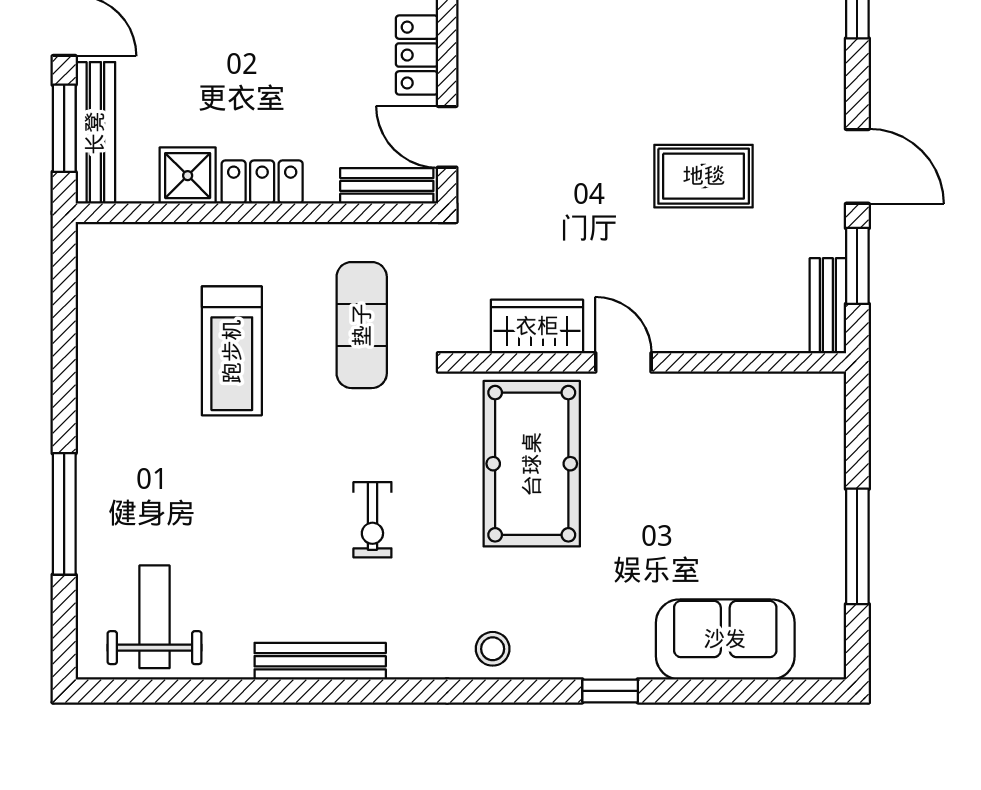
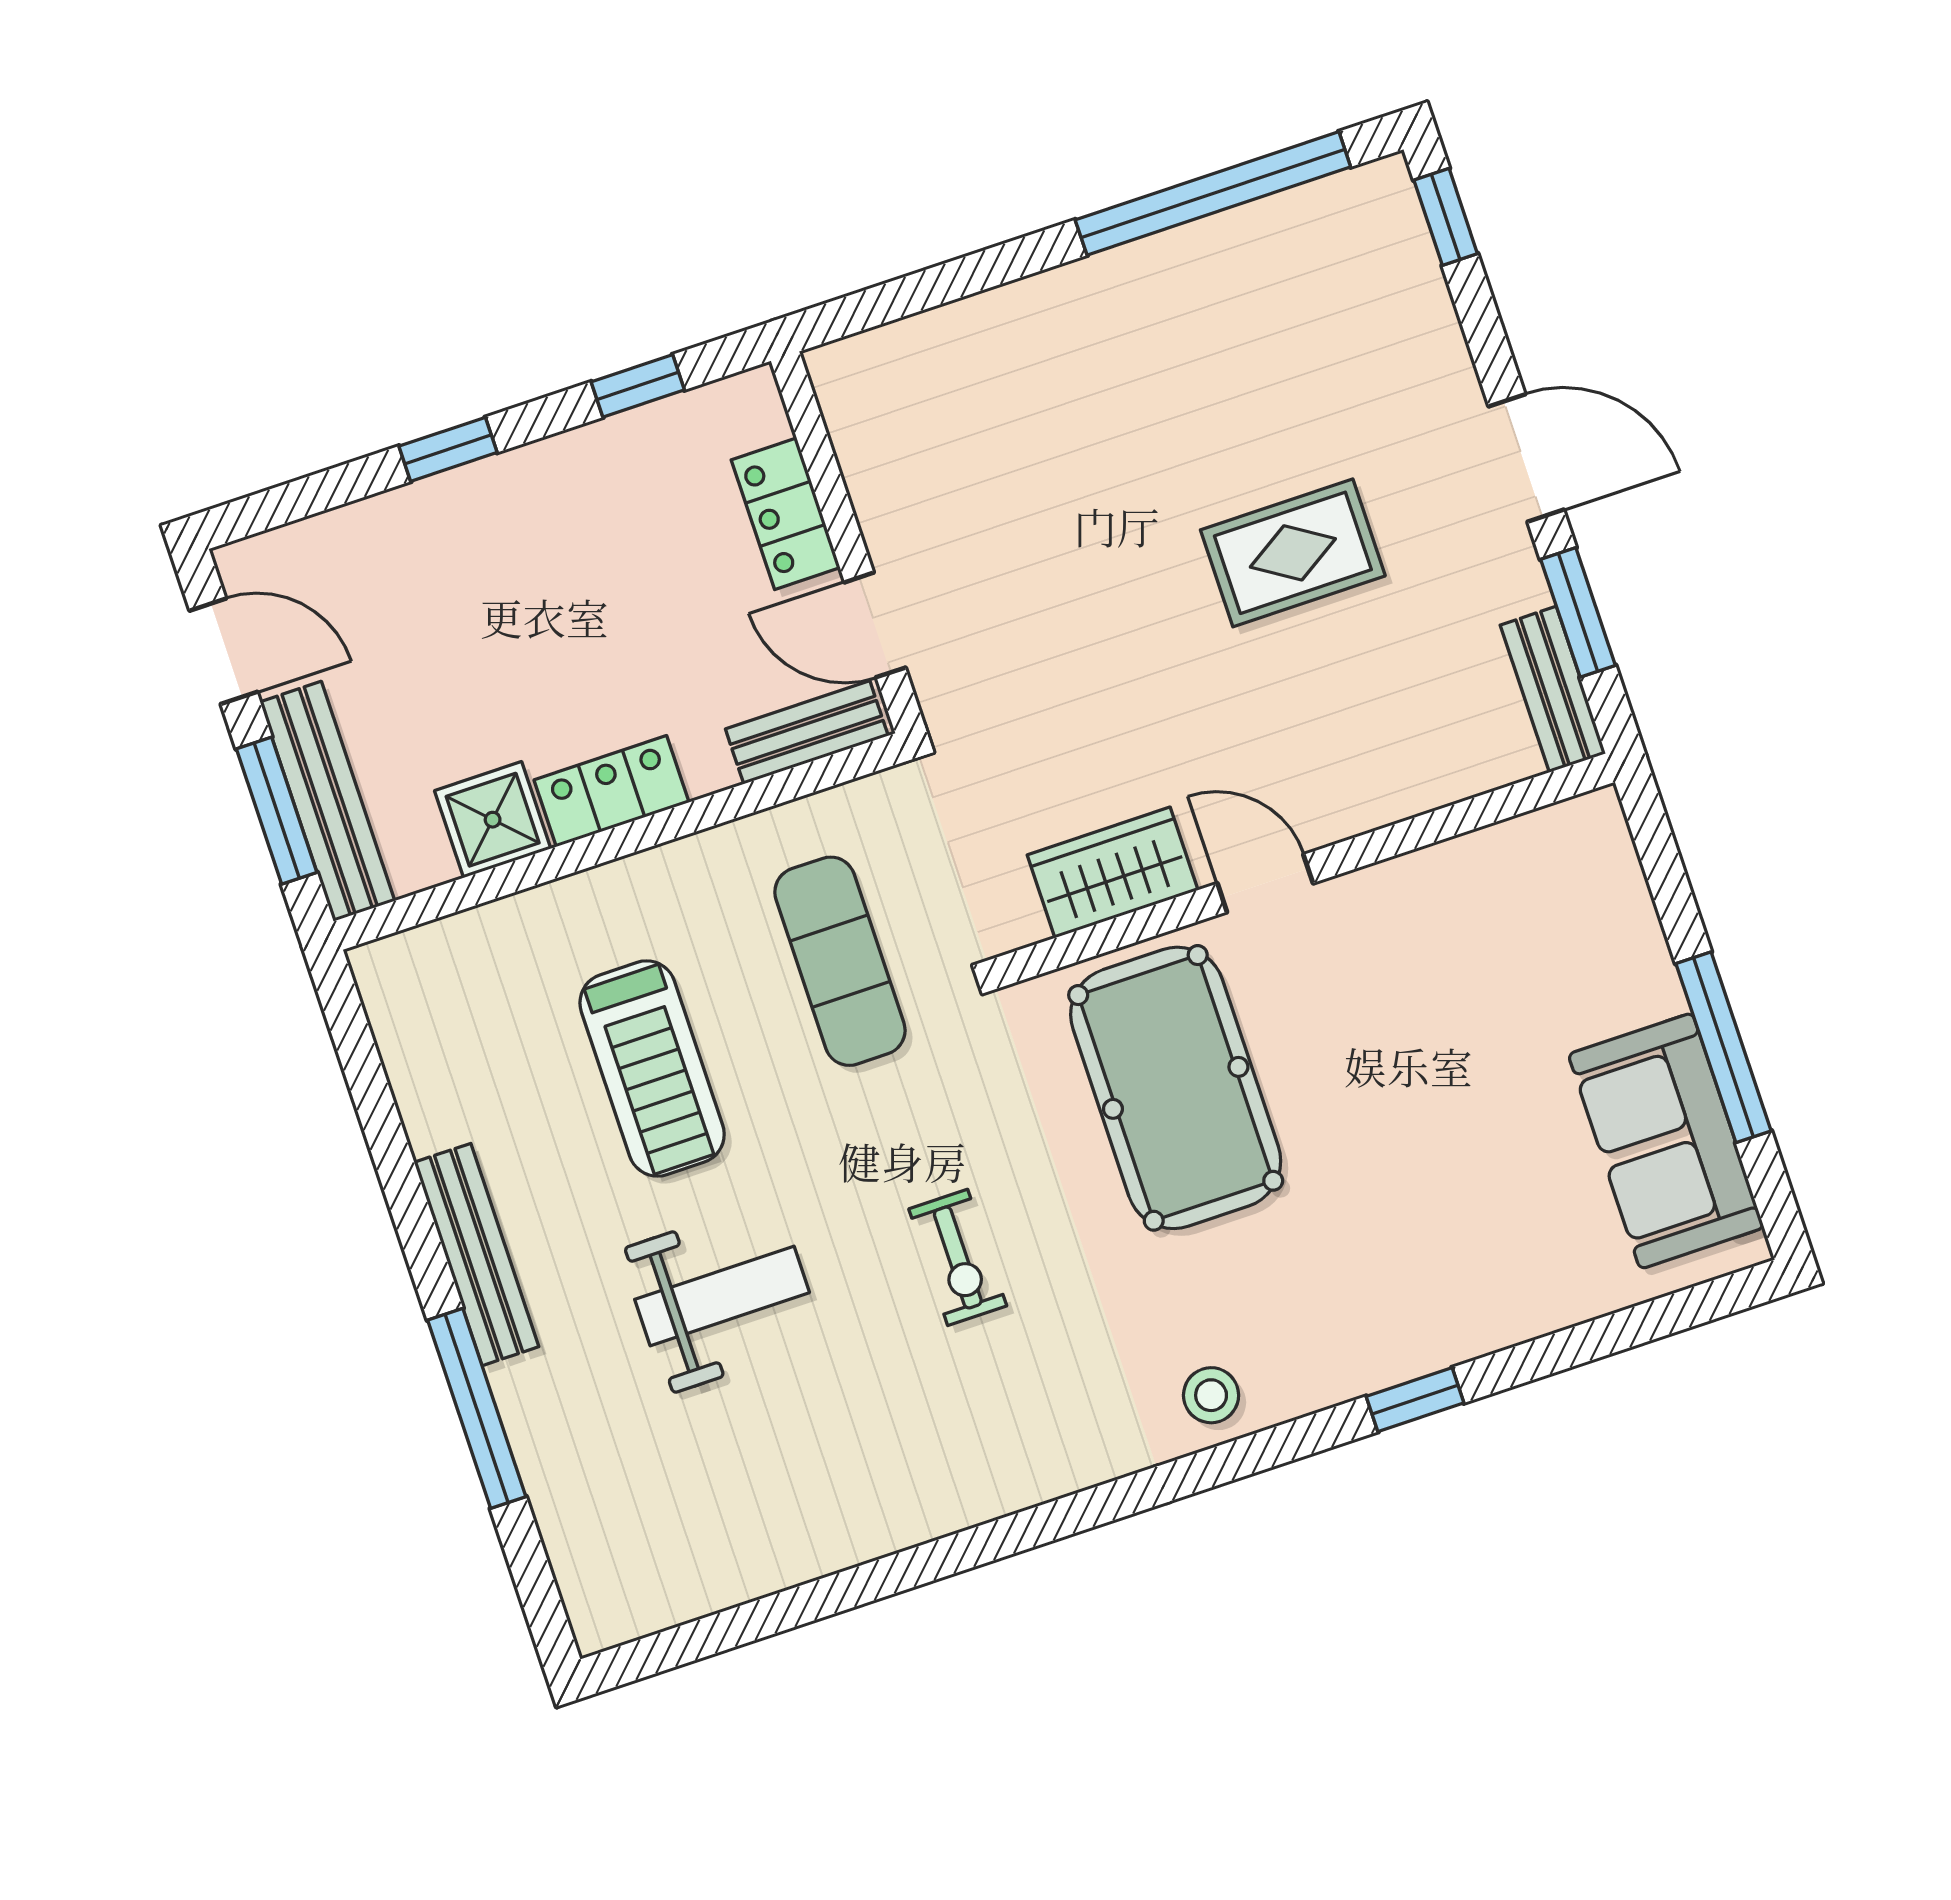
weight bench: (155, 617) -> (722, 1296), moved, turned 90
sofa: (725, 639) -> (1666, 1141), moved, turned -90
bench: (320, 661) -> (476, 1255), moved, turned 90

